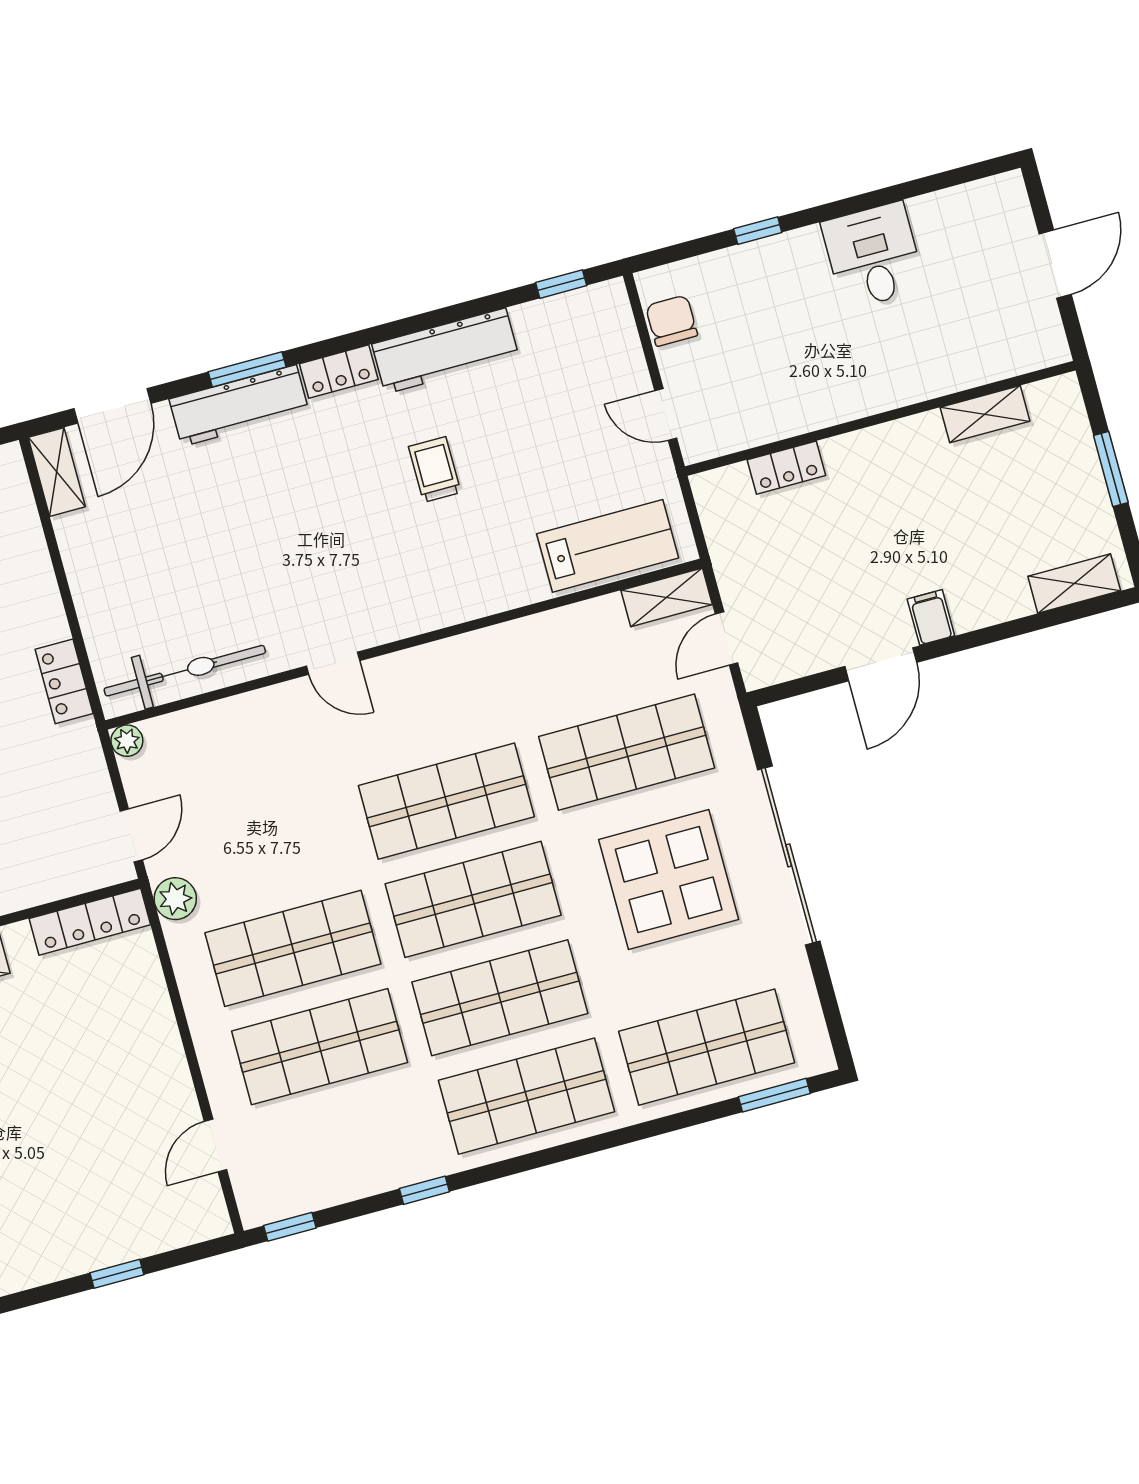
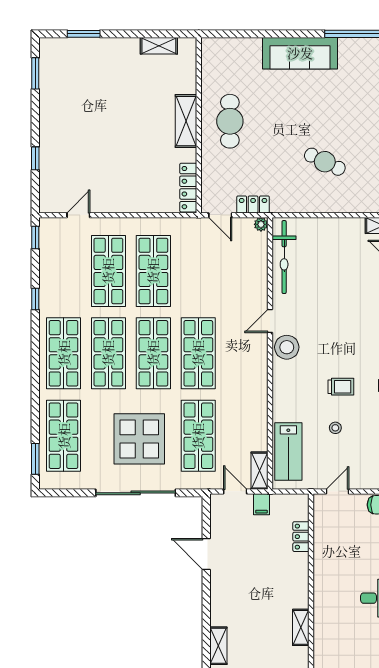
stool: (528, 457) -> (335, 428), added
stool: (380, 611) -> (287, 347), added
filing cabinet: (931, 617) -> (261, 504), moved, turned 90
locker: (64, 681) -> (253, 204), moved
plant: (175, 899) -> (188, 227), removed
door: (216, 1146) -> (78, 215), hinge flipped

